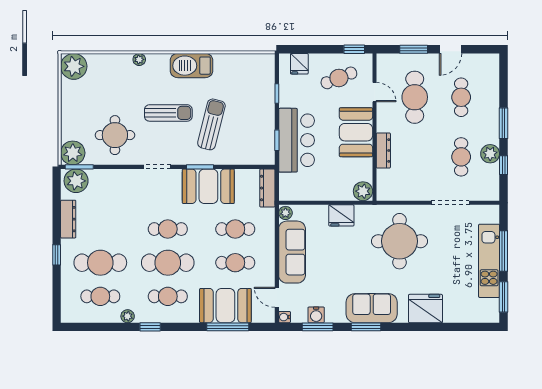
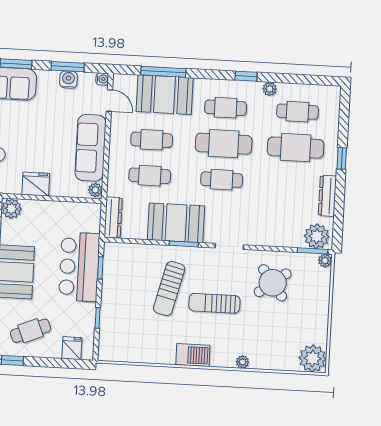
barbecue: (192, 66) -> (193, 355), width x0.73, depth x0.83
round table: (115, 135) -> (273, 283), turned -37
plant: (73, 153) -> (325, 261), width x0.53, depth x0.53

